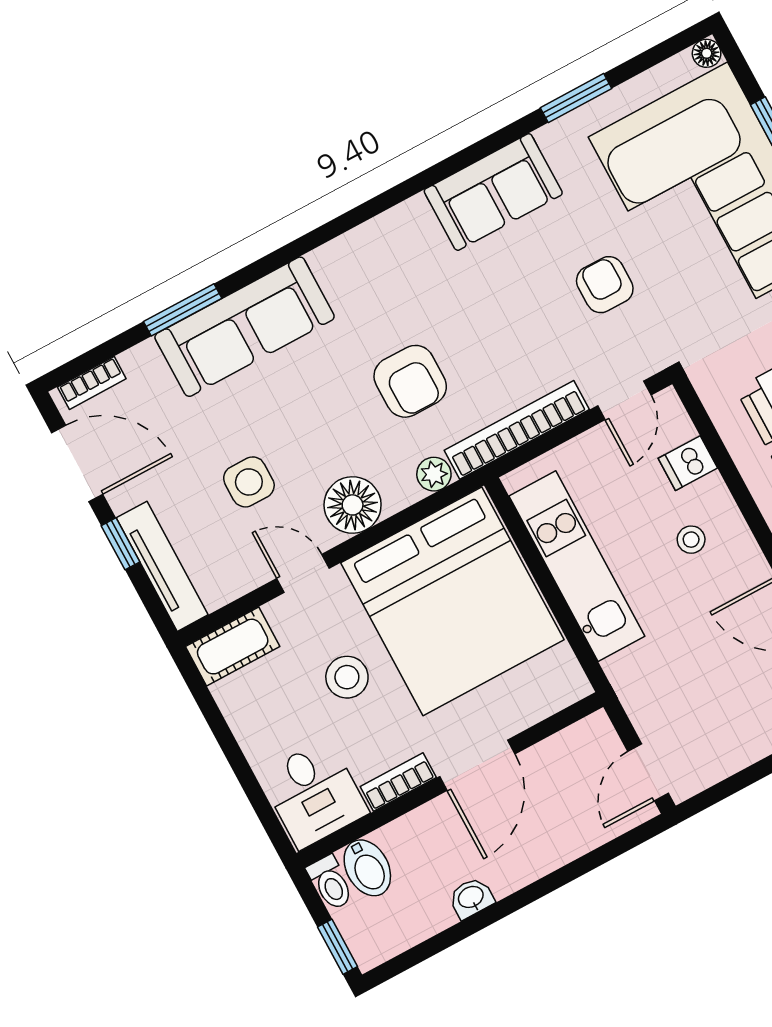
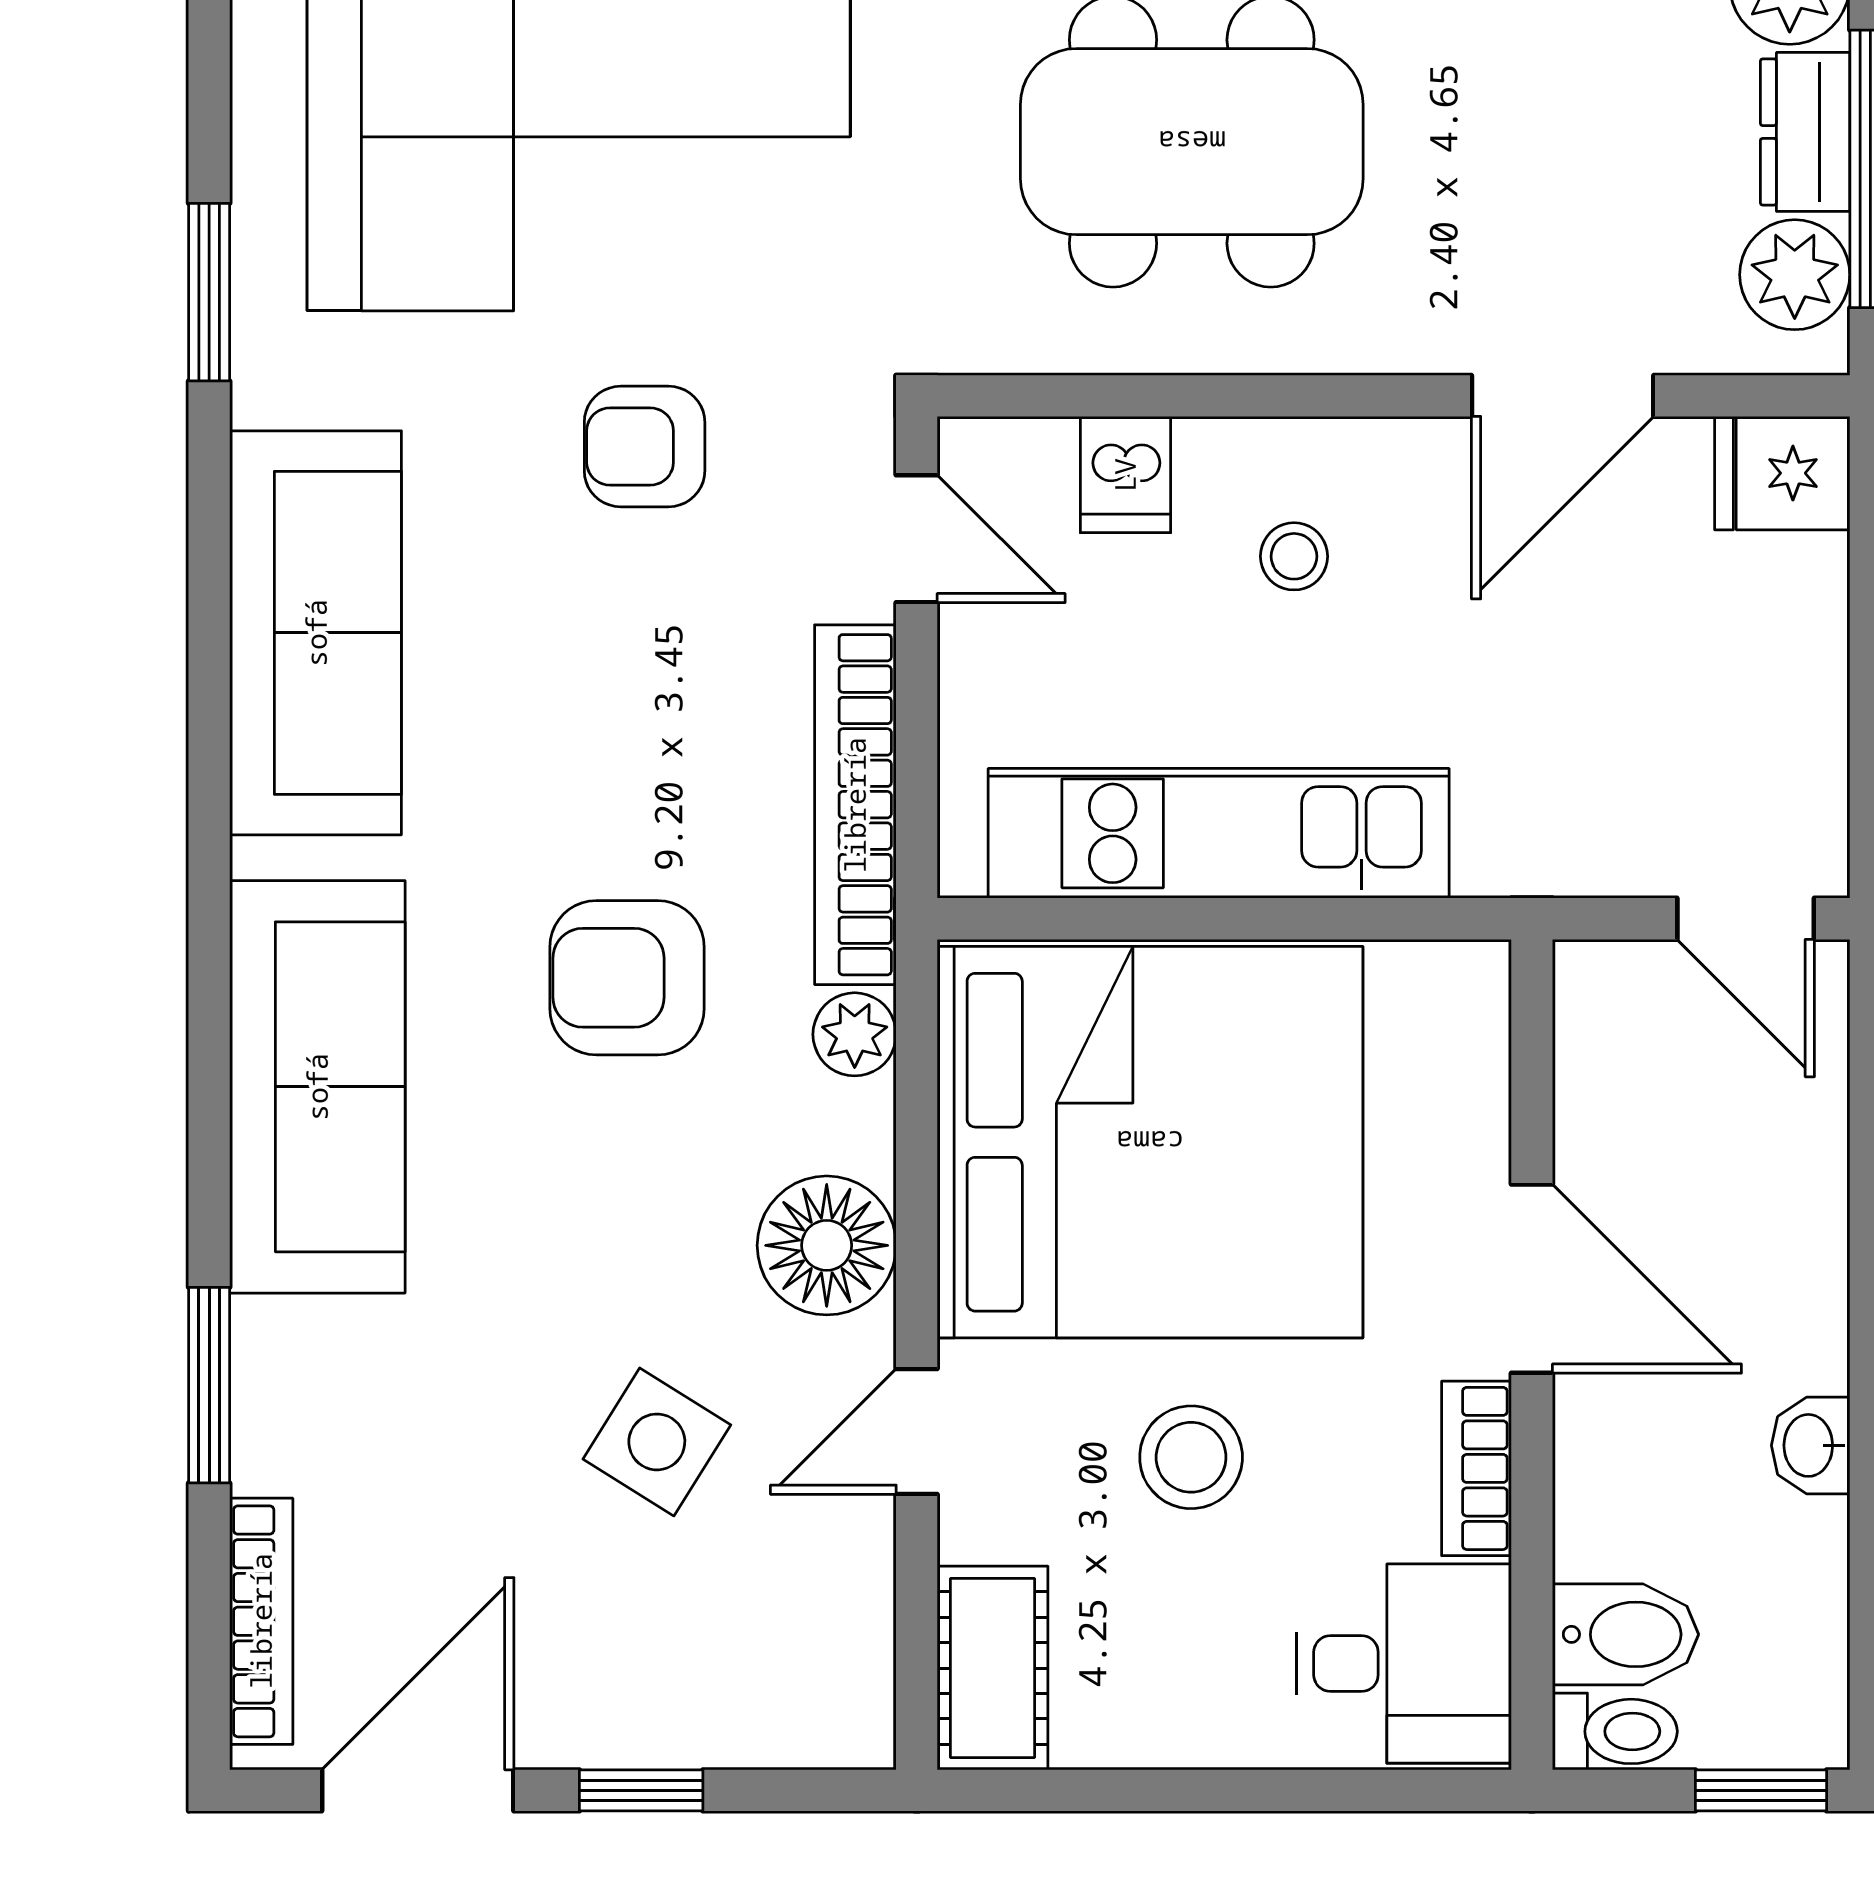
sofa: (493, 192) -> (316, 633), width x1.36
sofa: (245, 327) -> (317, 1087), moved
armchair: (410, 381) -> (627, 978), turned 180
bookcase: (92, 383) -> (261, 1621), width x1.56
side table: (249, 482) -> (657, 1442), turned 32
tv unit: (162, 566) -> (738, 1727), removed

